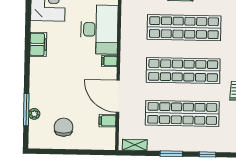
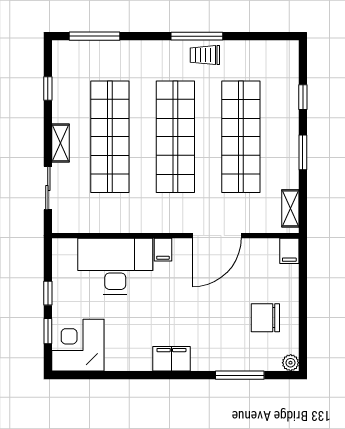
filing cabinet: (38, 44) -> (171, 359), moved
plant: (34, 114) -> (291, 363), moved
filing cabinet: (107, 121) -> (289, 251), moved

